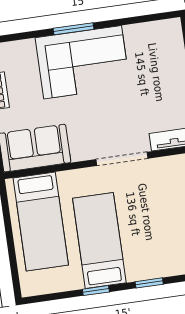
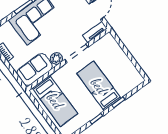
plant: (83, 149) -> (56, 59), added
bed: (99, 240) -> (99, 86), moved

